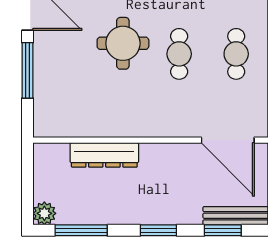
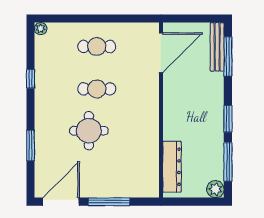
dresser: (104, 155) -> (172, 167), moved
window: (158, 230) -> (228, 119), moved
window: (223, 230) -> (228, 56), width x1.44

